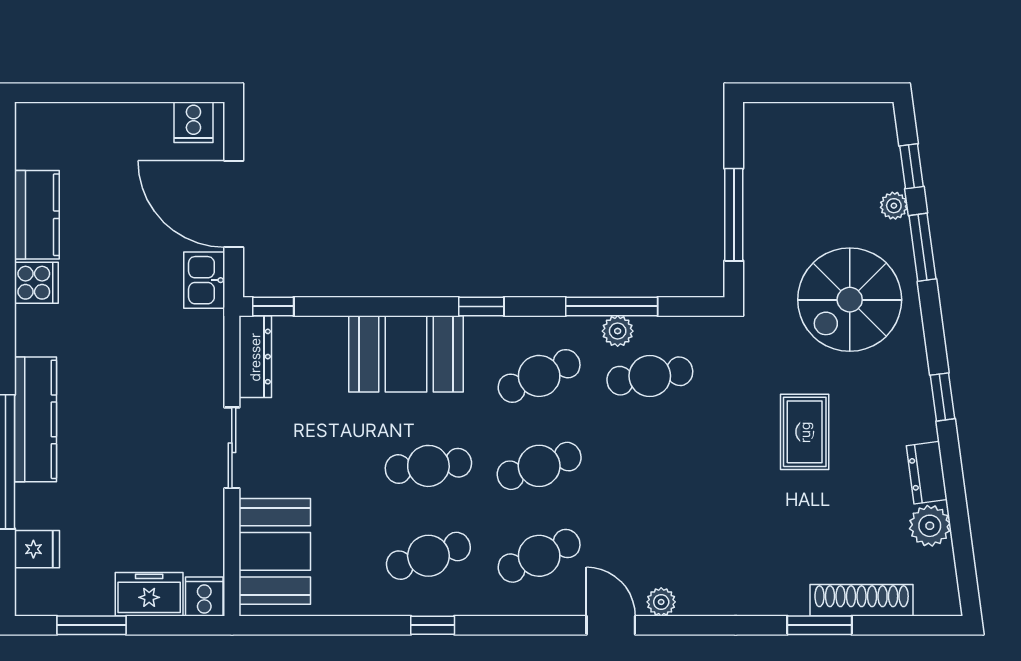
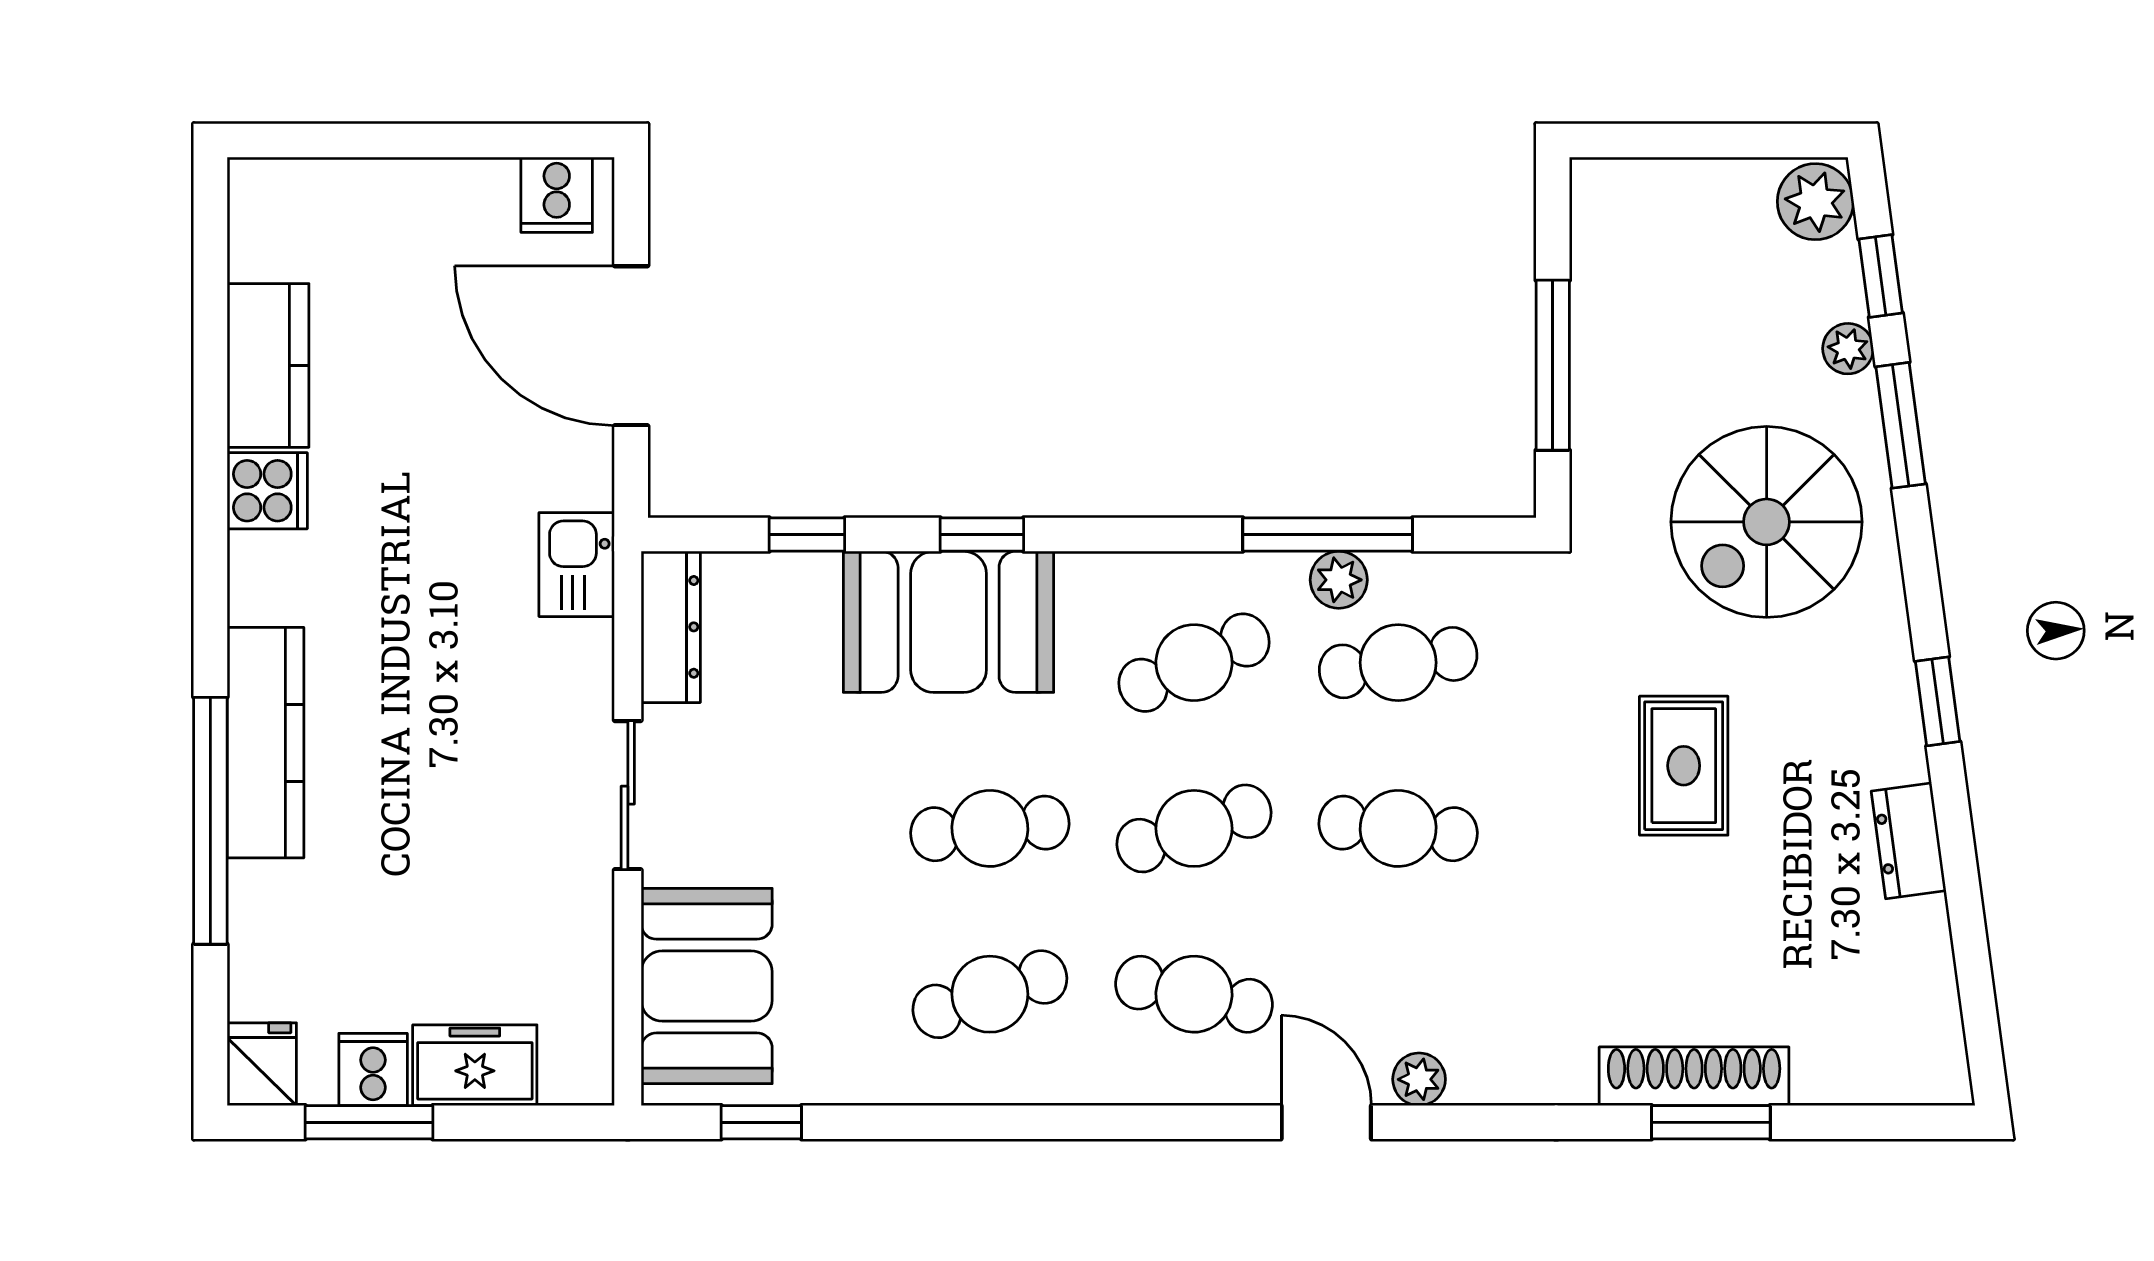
kitchen sink: (204, 280) -> (577, 565), moved
window: (273, 306) -> (807, 535), moved
window: (481, 306) -> (982, 535), moved
cafe table: (650, 466) -> (1398, 828), added
plant: (930, 526) -> (1815, 202), moved
fridge: (37, 549) -> (262, 1064), moved, turned -90
cafe table: (539, 556) -> (1194, 994), turned 36
cooker: (204, 597) -> (373, 1069), moved
shoe rack: (862, 600) -> (1694, 1076), moved
window: (433, 625) -> (761, 1122), moved

